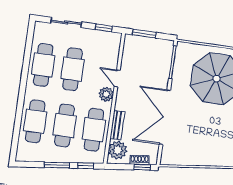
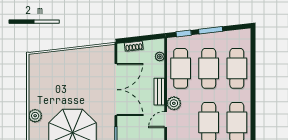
door: (117, 78) -> (166, 120), swing flipped
bench: (117, 125) -> (159, 92), moved
plant: (118, 150) -> (160, 57), width x0.53, depth x0.53
window: (142, 167) -> (130, 40), removed

